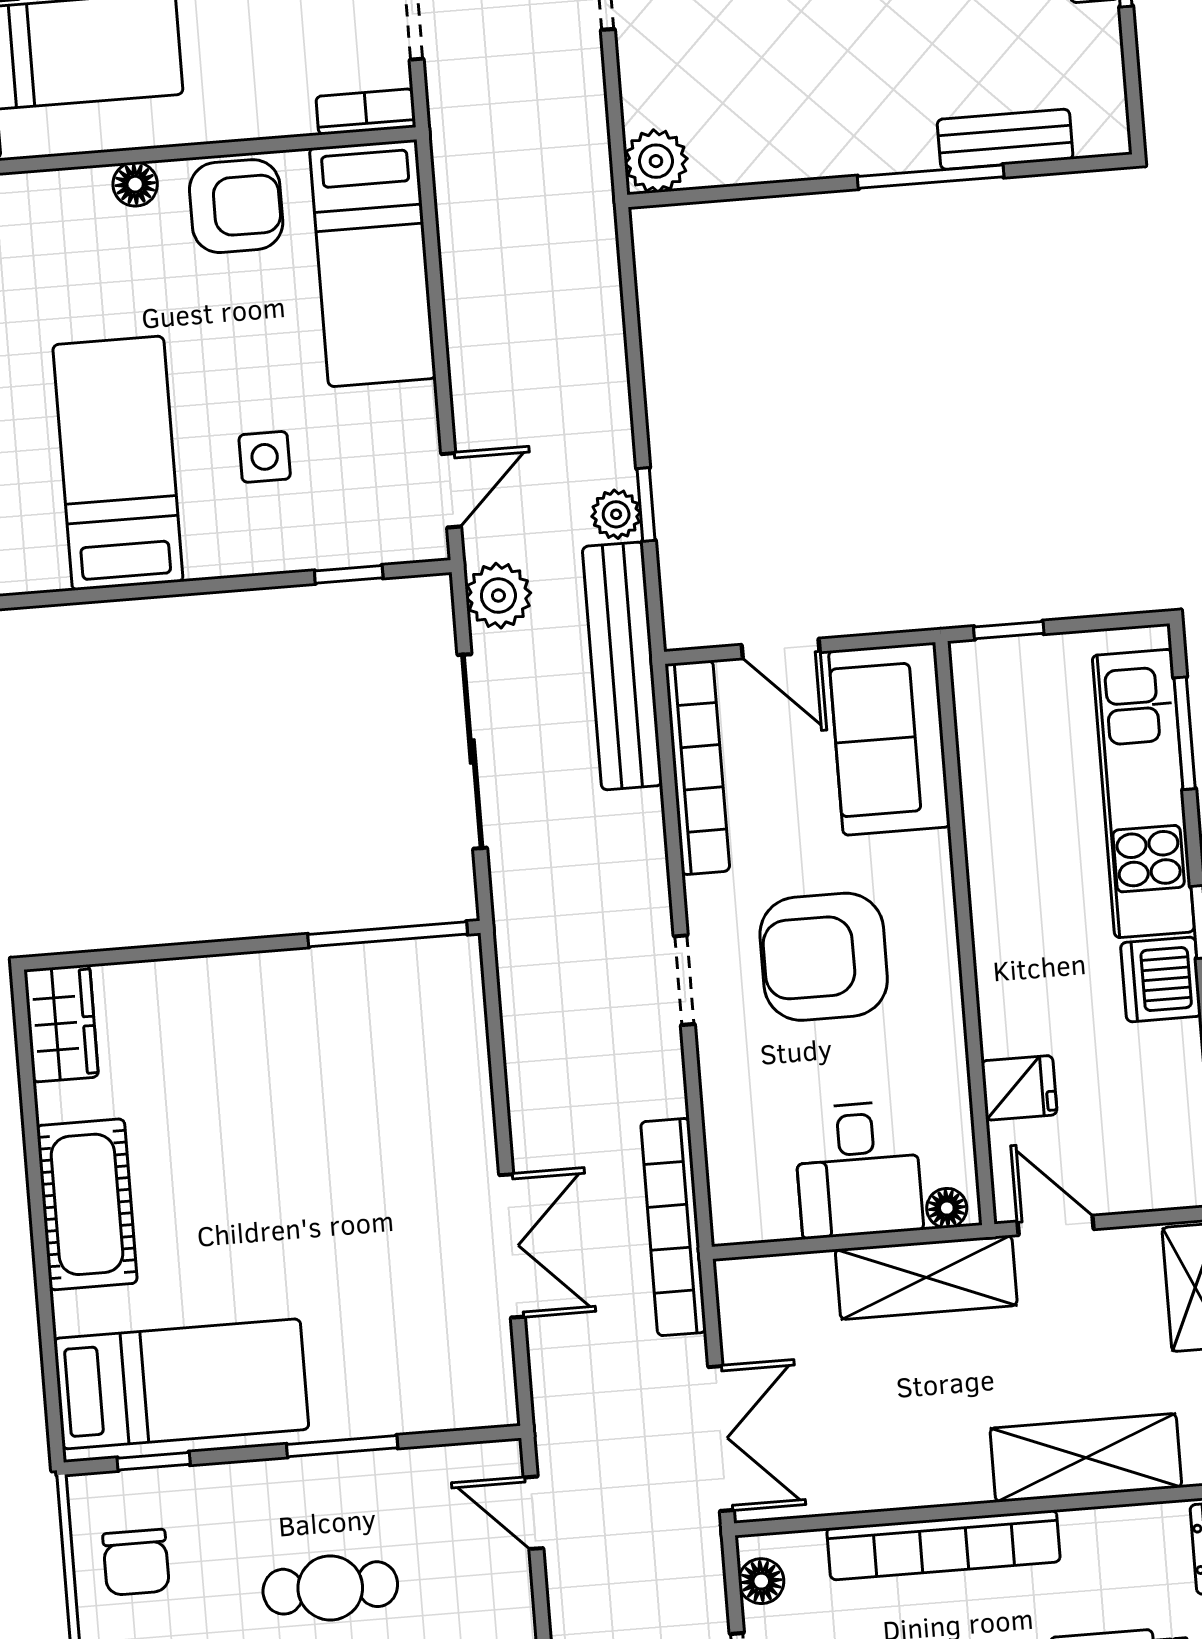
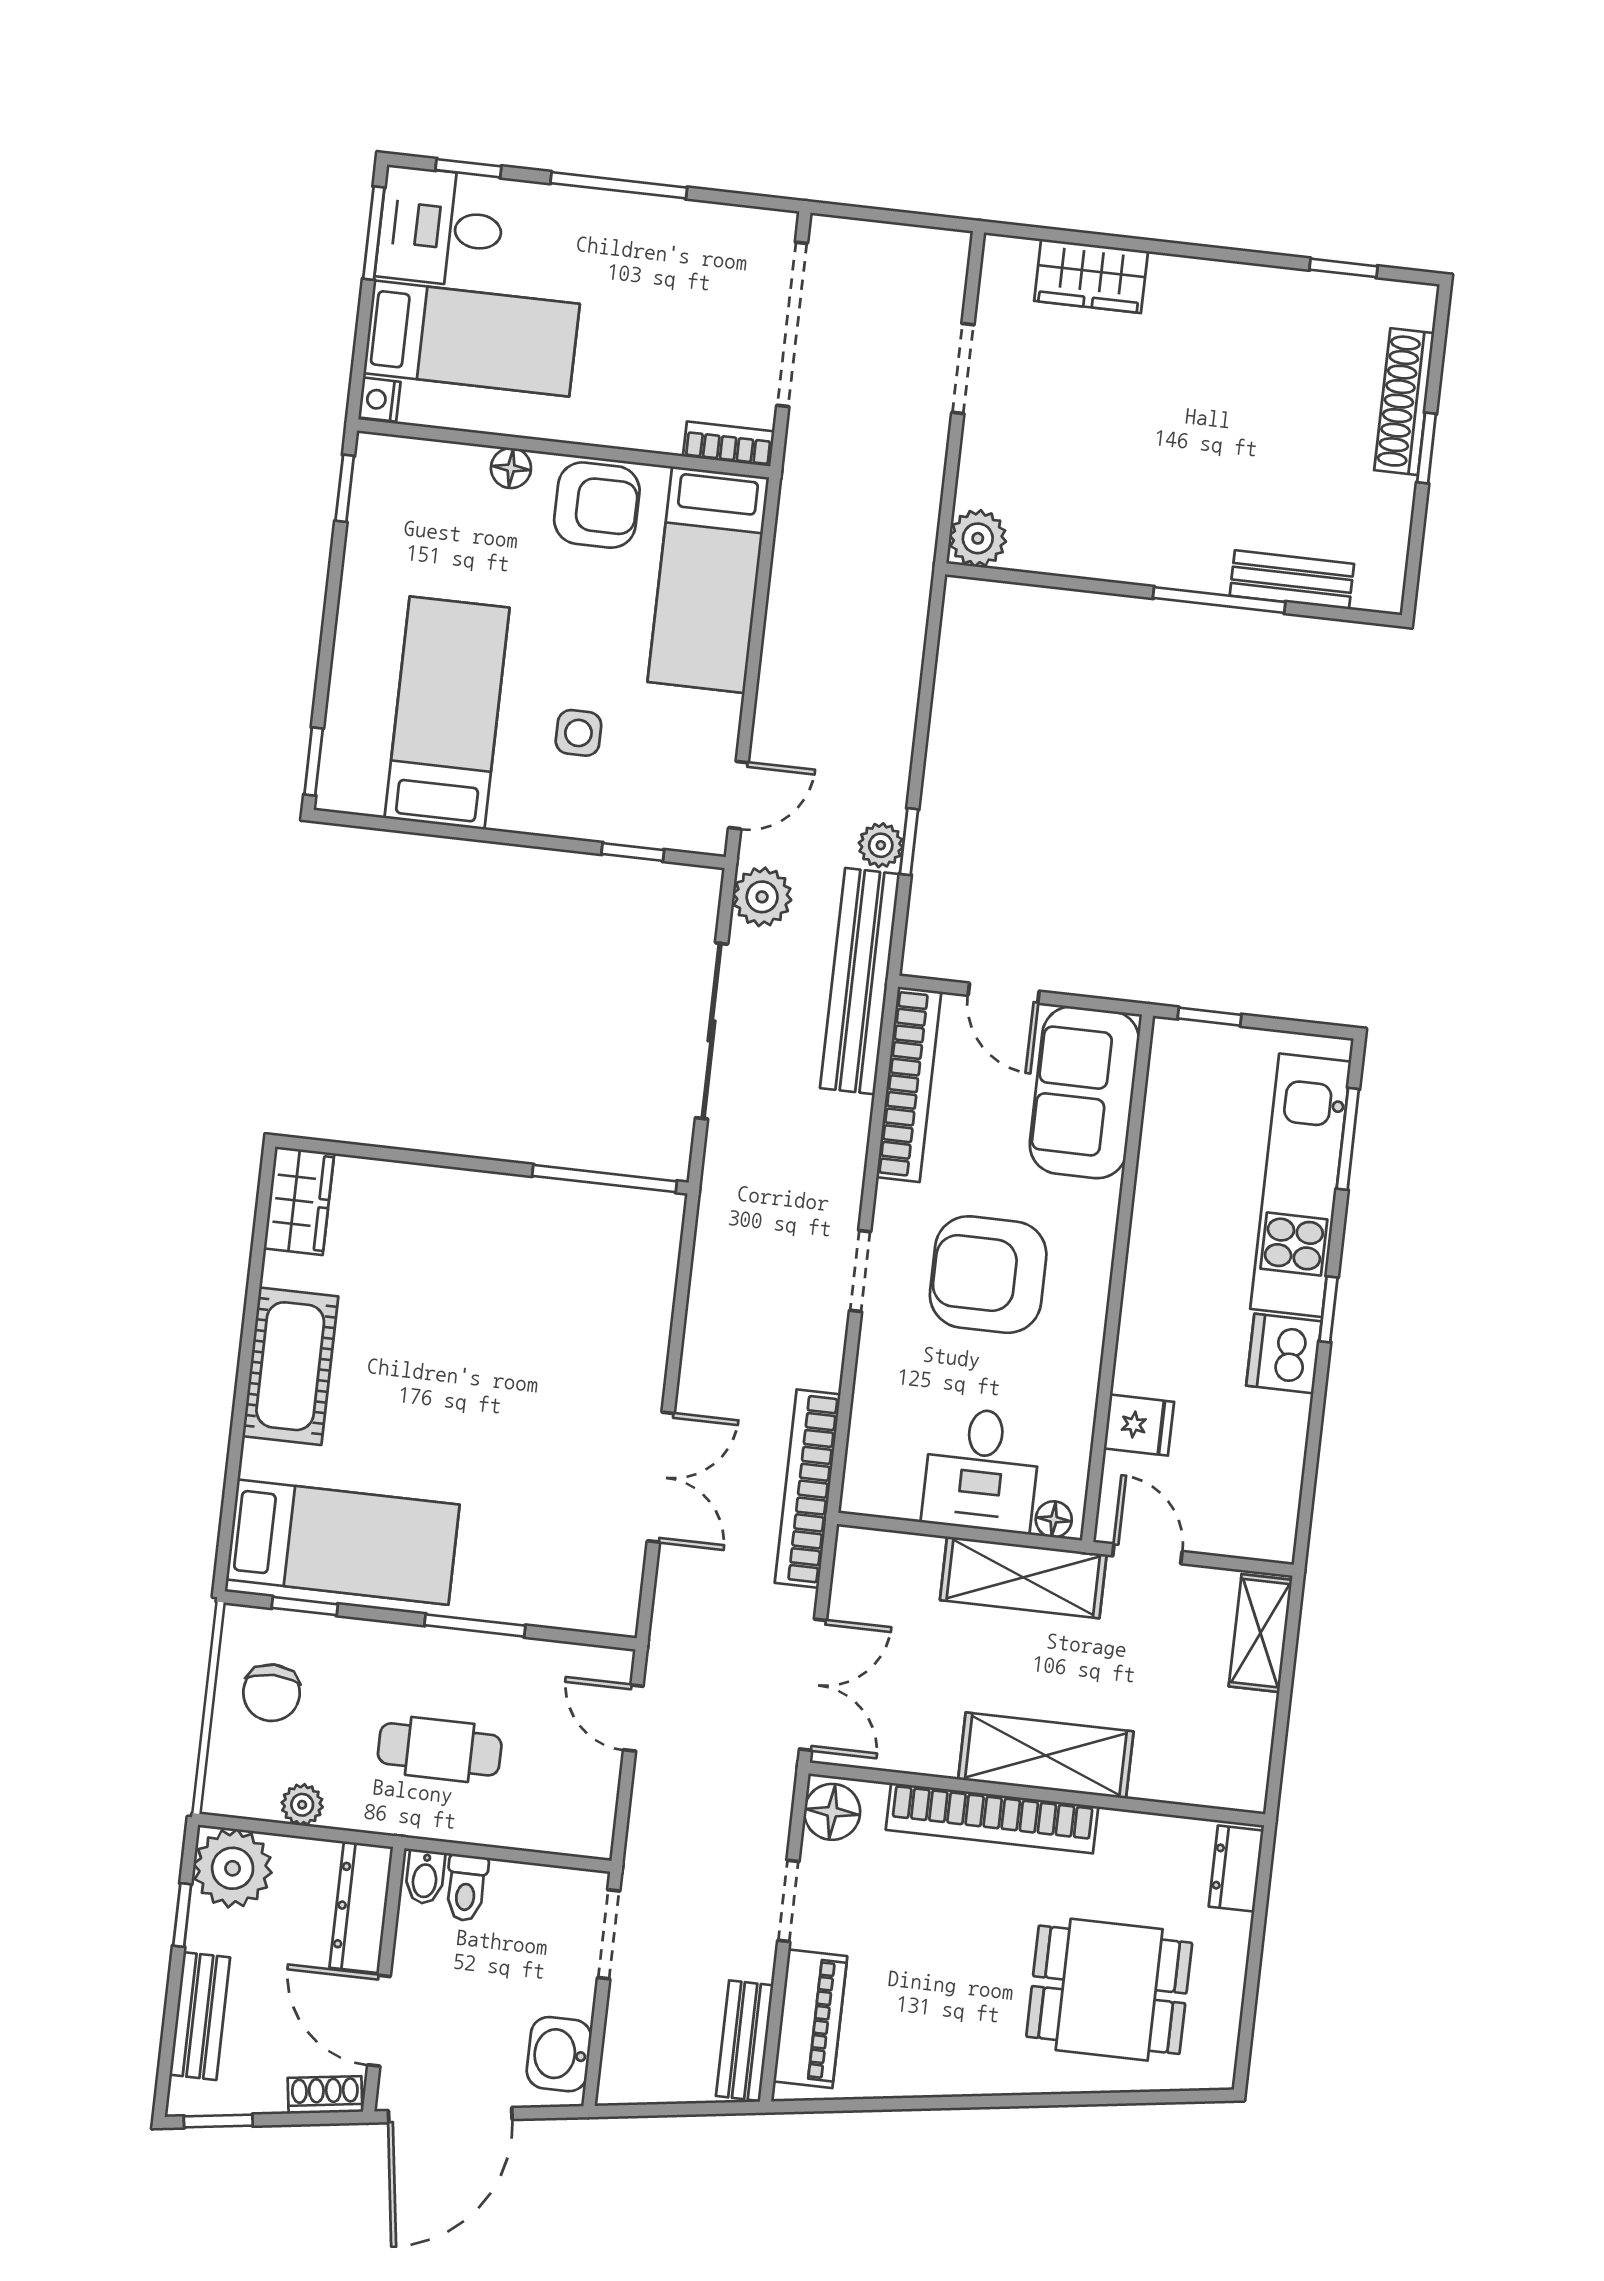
shelving: (1086, 1458) -> (1046, 1755), moved
floor lamp: (761, 1581) -> (832, 1812), width x1.37, depth x1.37

